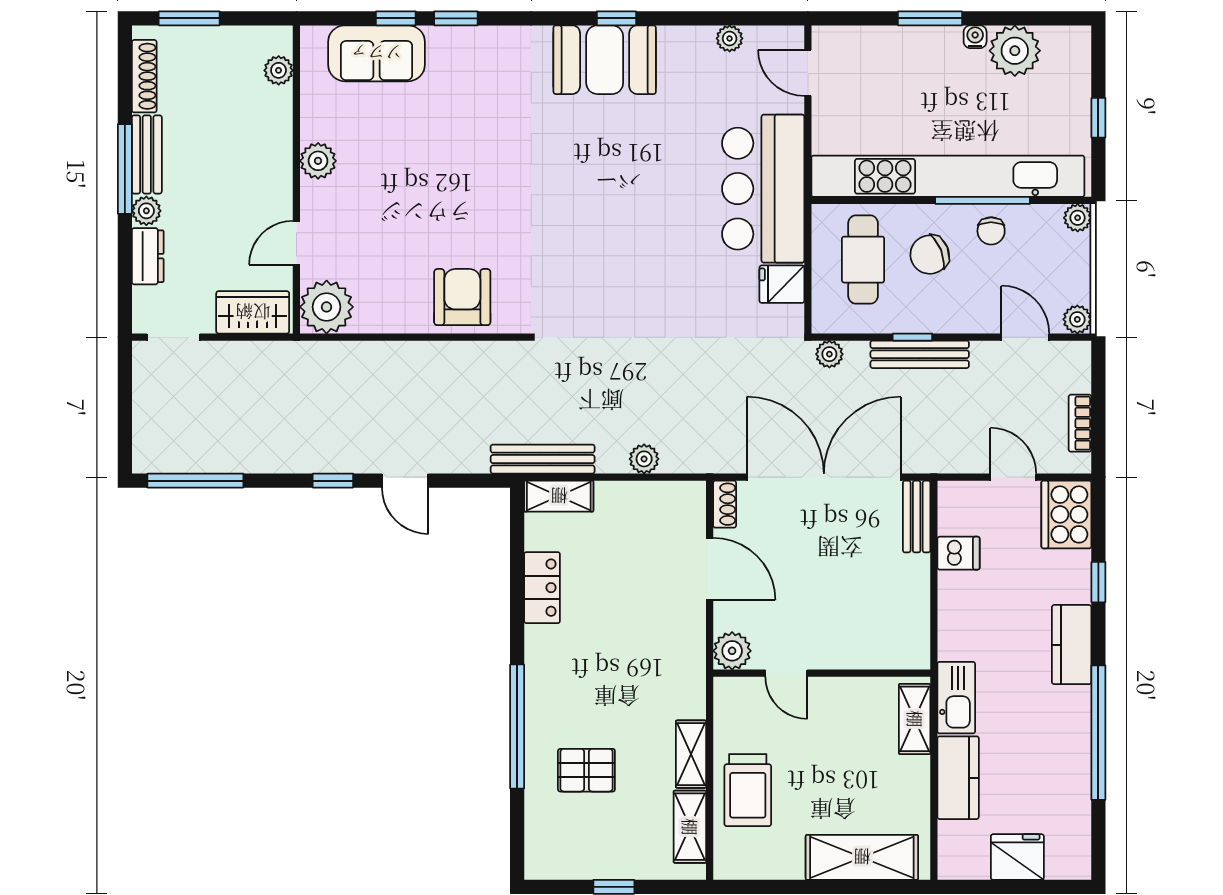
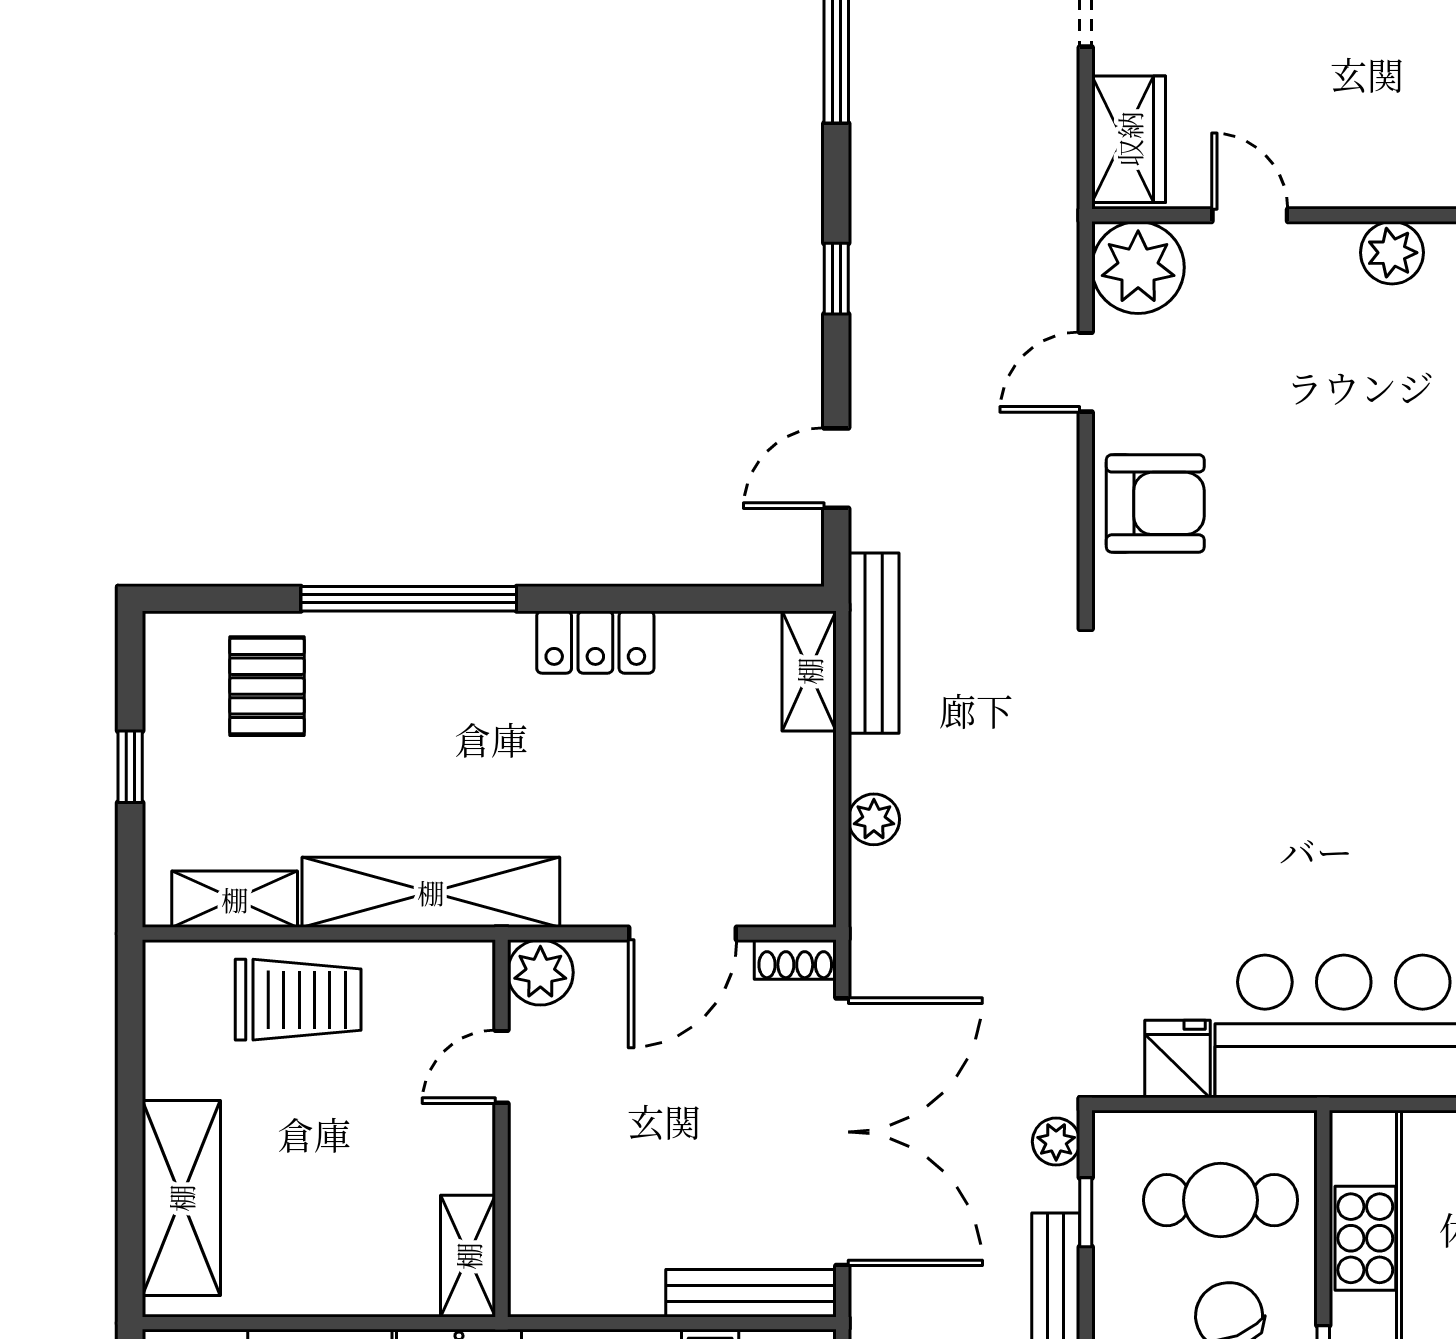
door: (387, 337) -> (1086, 372), added
window: (912, 337) -> (1086, 1212), moved
door: (405, 481) -> (836, 468), moved
bench: (917, 517) -> (751, 1293), width x1.36
locker: (542, 588) -> (595, 642), moved
shelving: (915, 719) -> (468, 1256), moved, turned 90
shelving: (691, 754) -> (431, 892), width x2.20, depth x1.33
pallet: (586, 770) -> (267, 686), moved
trolley: (748, 790) -> (298, 1000), turned 180

